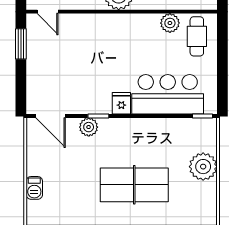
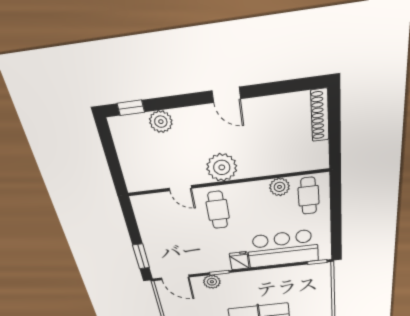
door: (48, 12) -> (180, 188), moved
cafe table: (108, 40) -> (218, 210), added
window: (21, 44) -> (141, 256), moved
plant: (203, 167) -> (320, 298), removed

